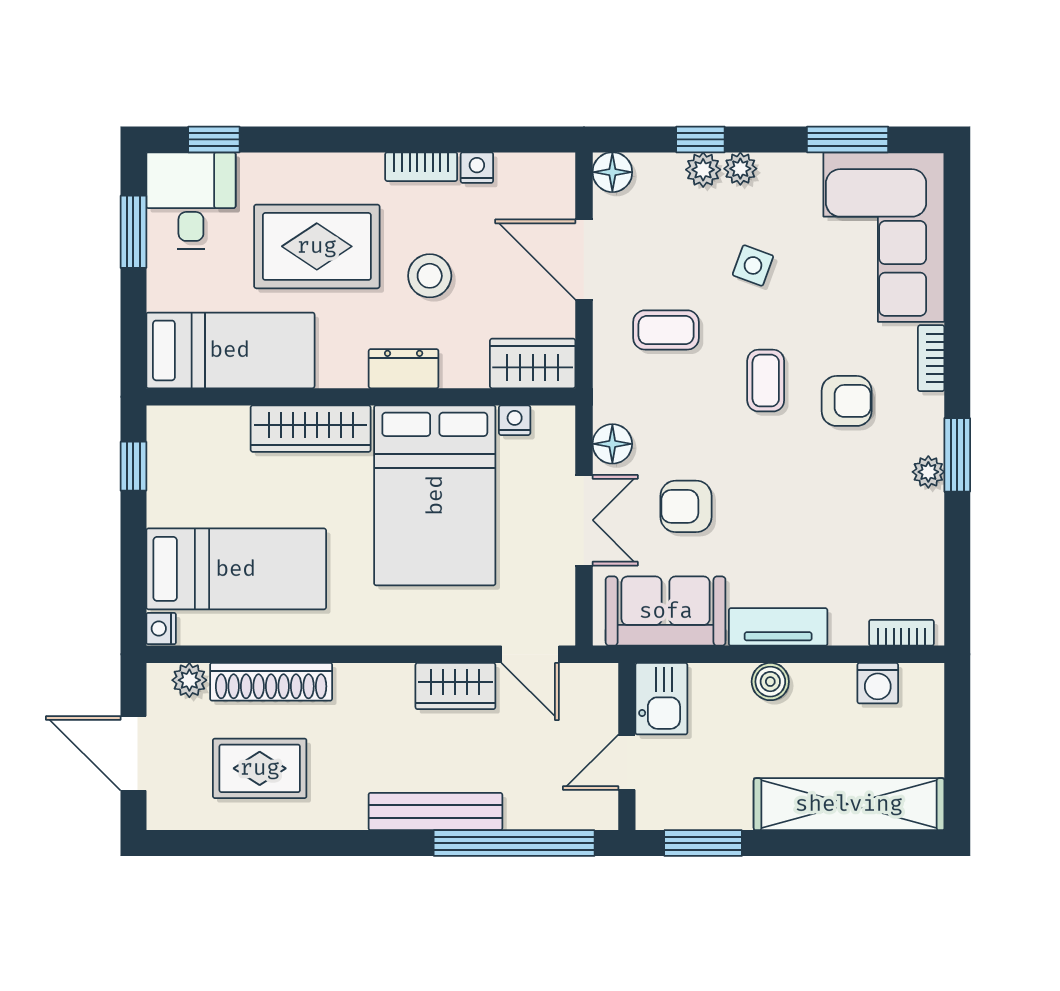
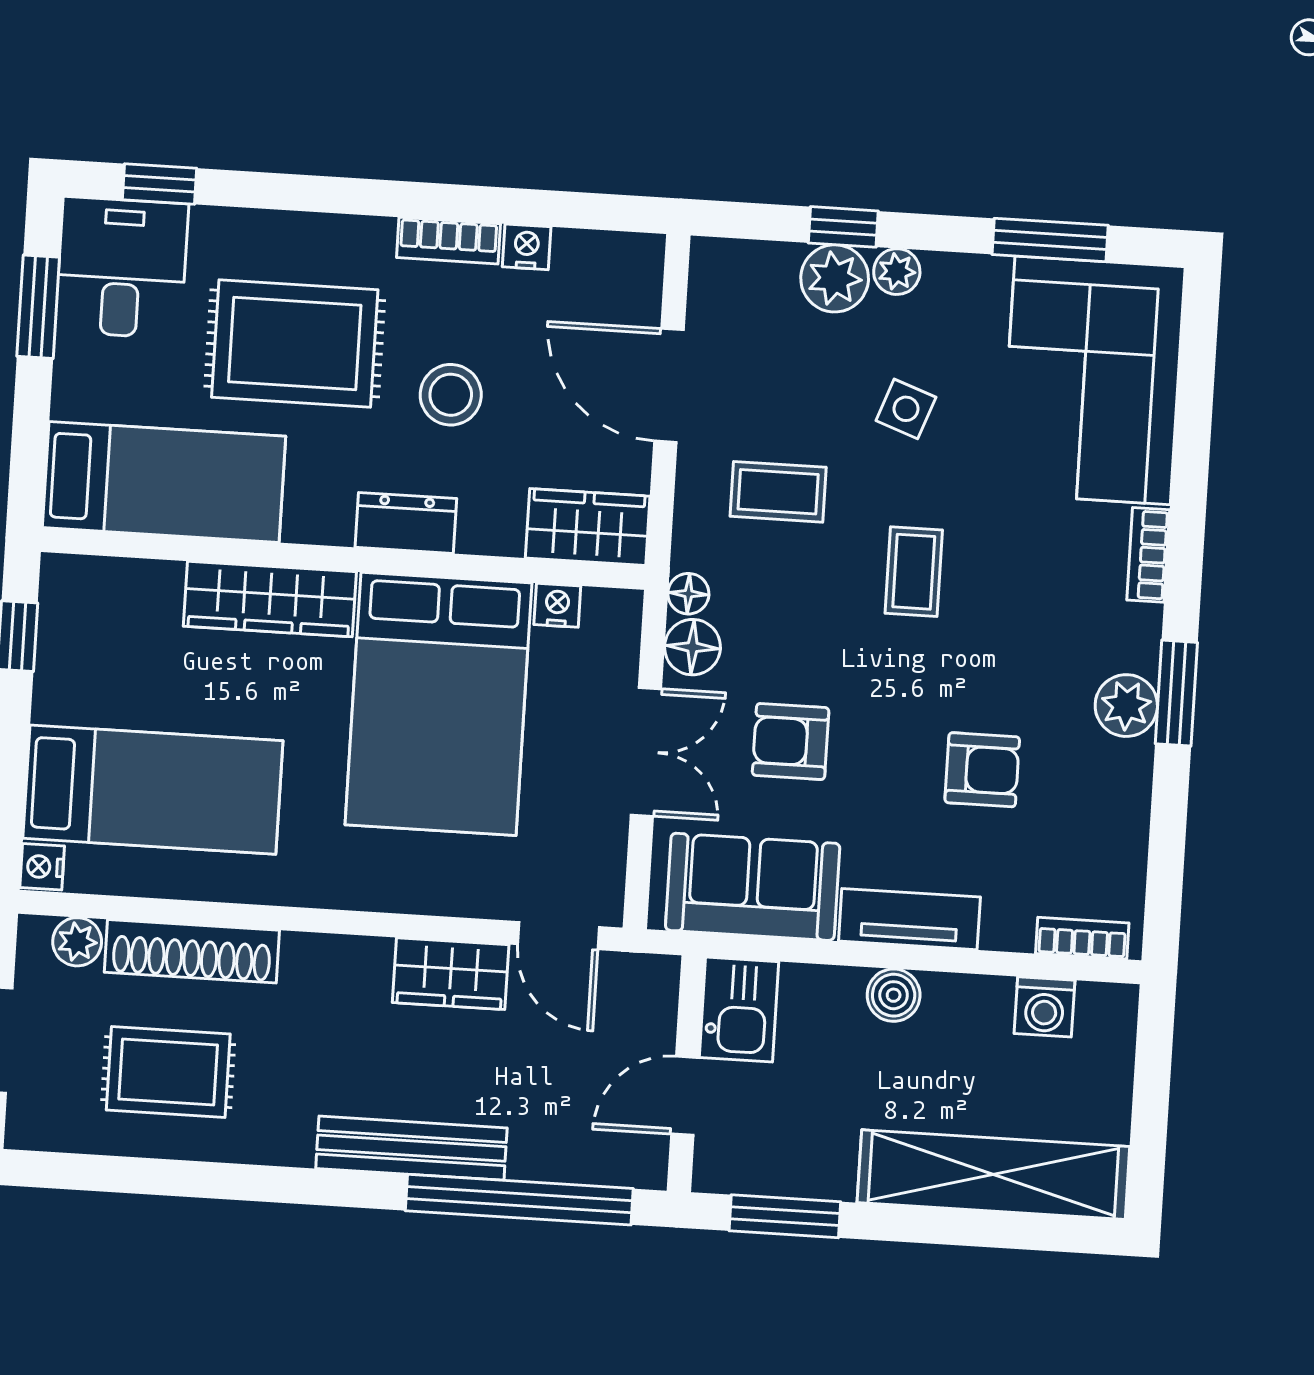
plant: (703, 170) -> (835, 278), width x1.38, depth x1.38
floor lamp: (612, 172) -> (688, 594), moved, width x0.73, depth x0.73
armchair: (847, 401) -> (982, 770), moved
plant: (928, 472) -> (1126, 706), width x1.38, depth x1.38

